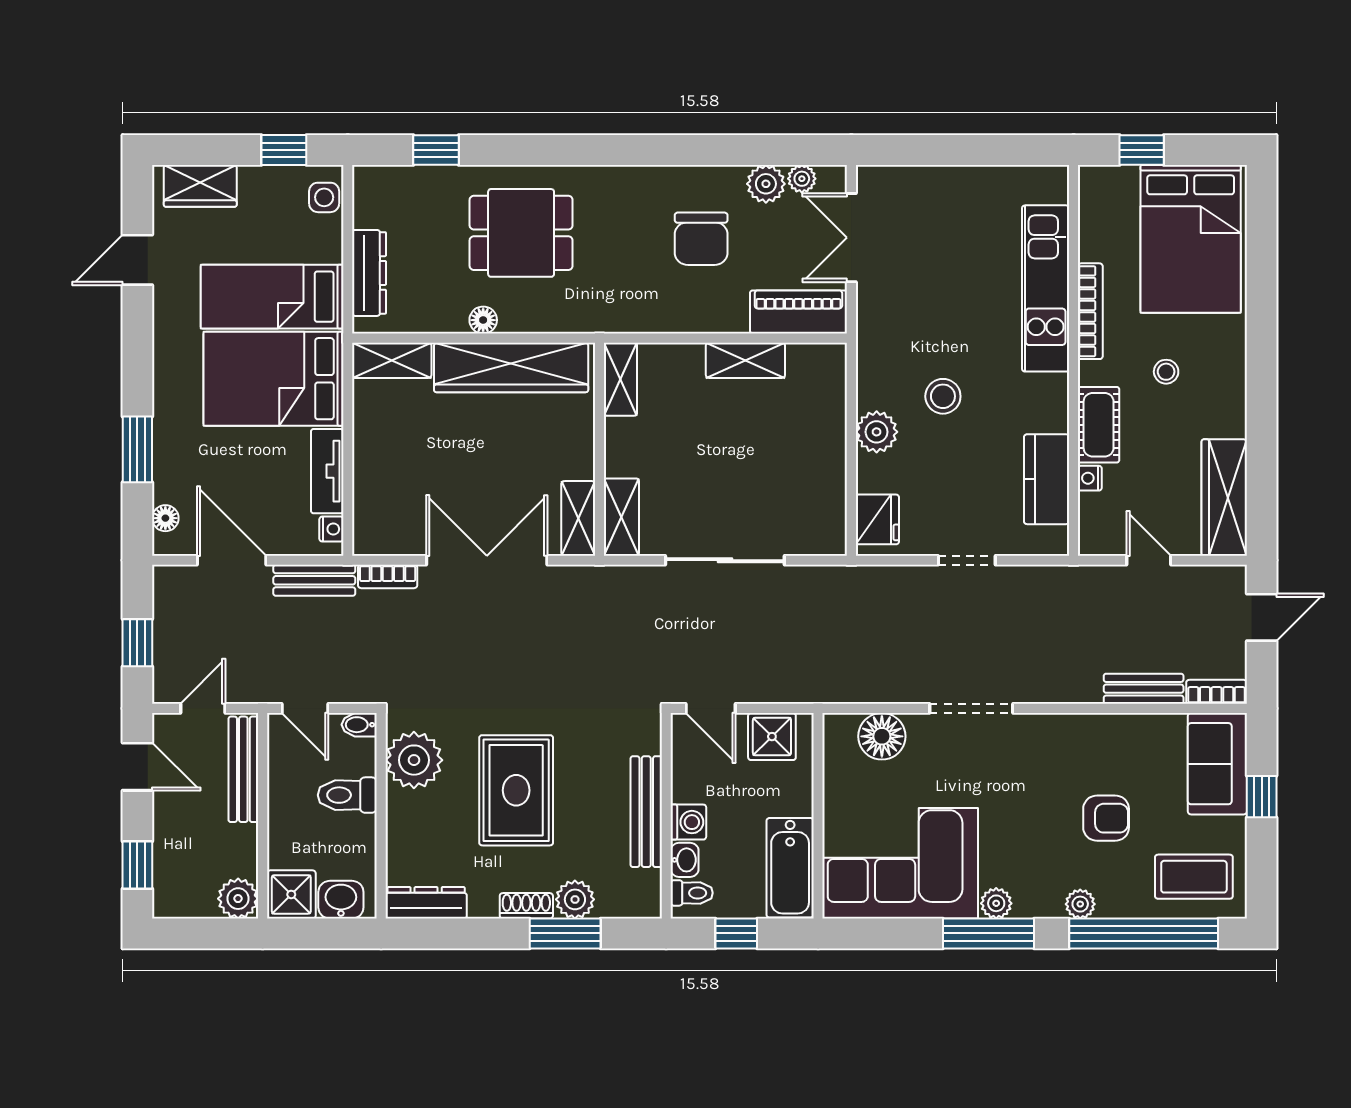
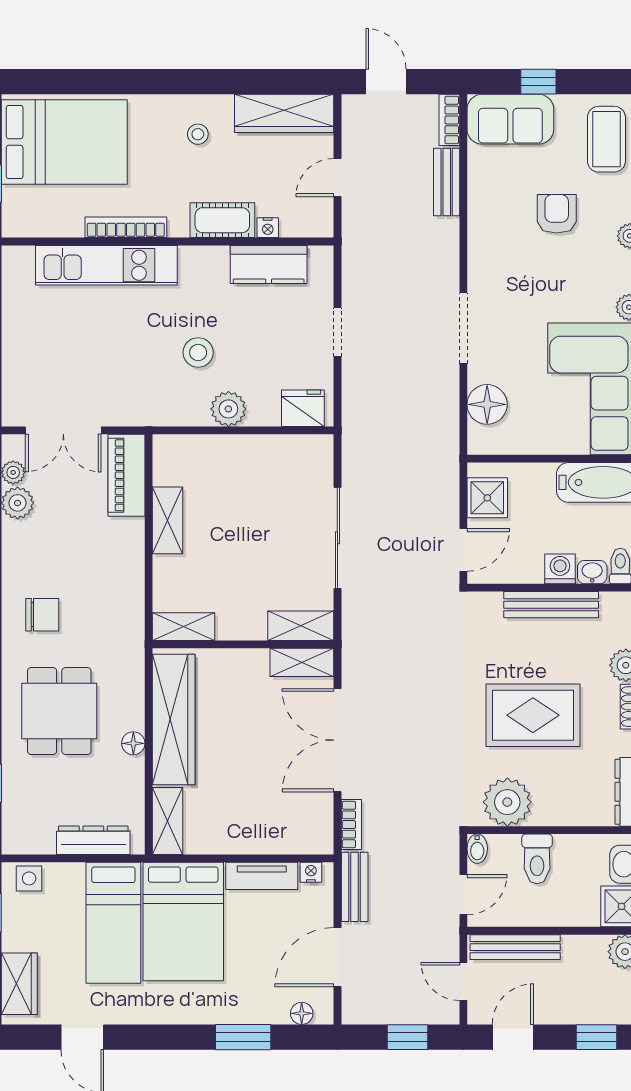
chair: (701, 239) -> (42, 615), moved, width x0.73, depth x0.73
stool: (1166, 372) -> (198, 134), moved

